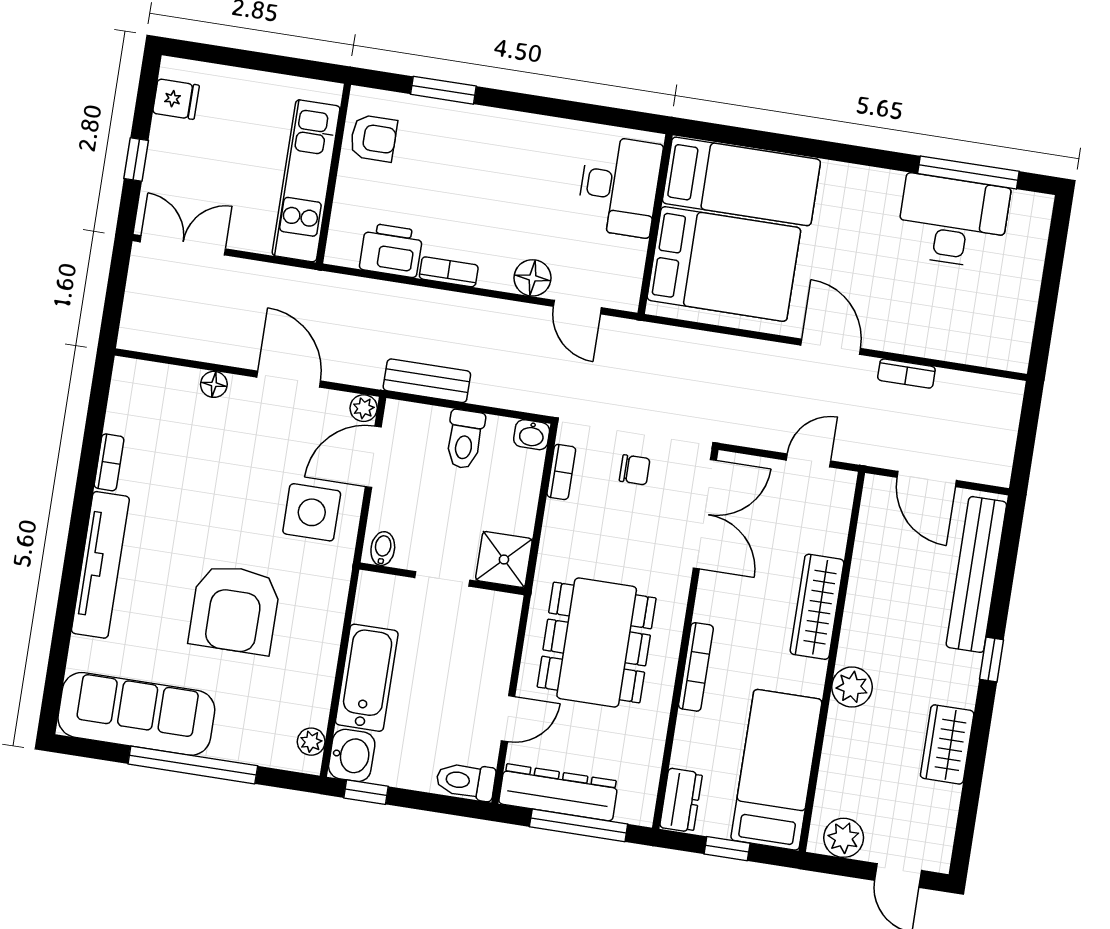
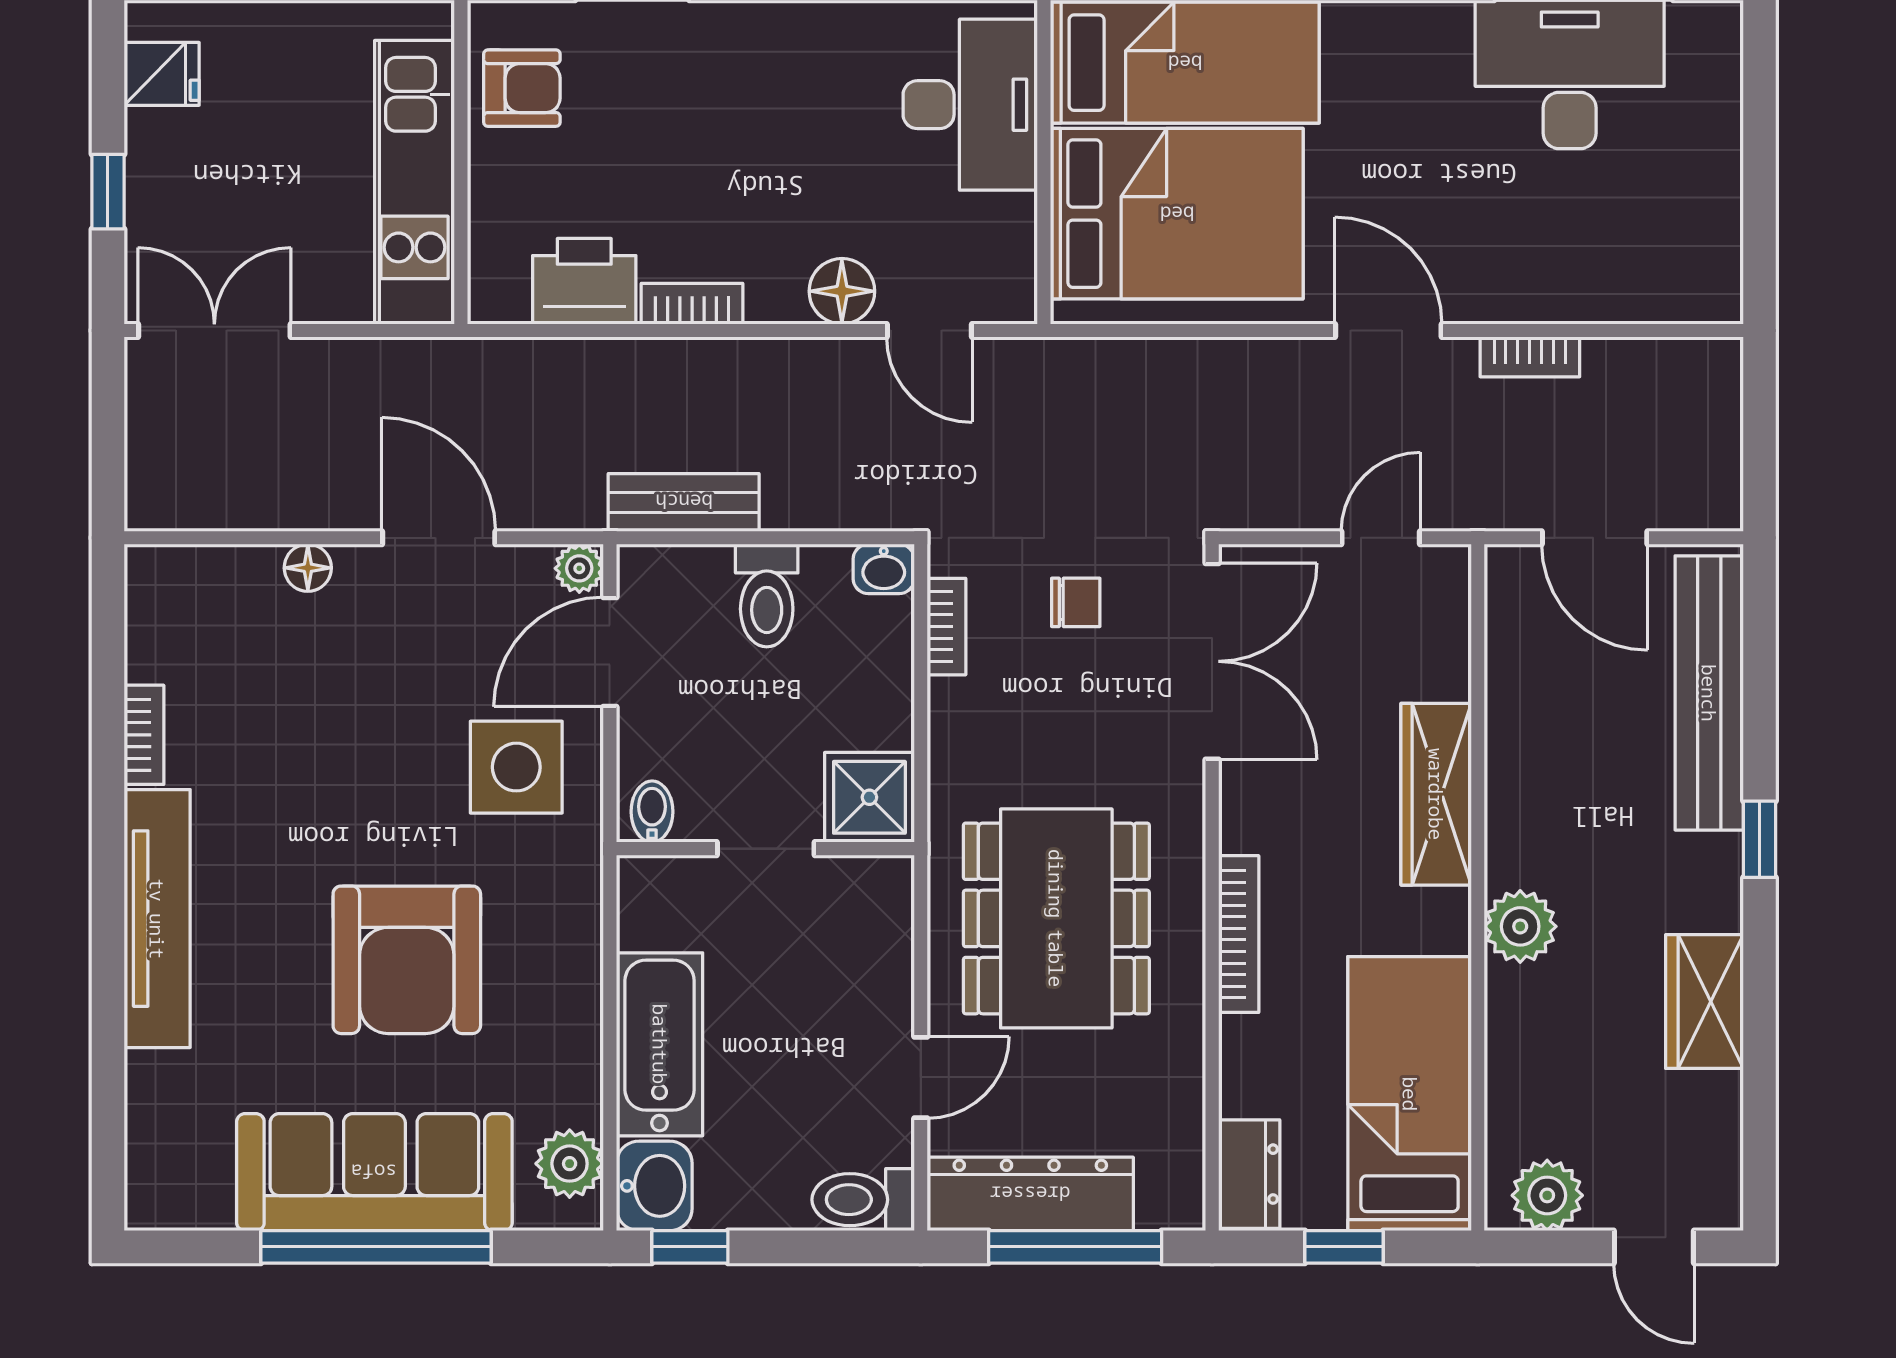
sofa: (136, 714) -> (374, 1172), moved
plant: (311, 742) -> (570, 1164), width x1.38, depth x1.38

